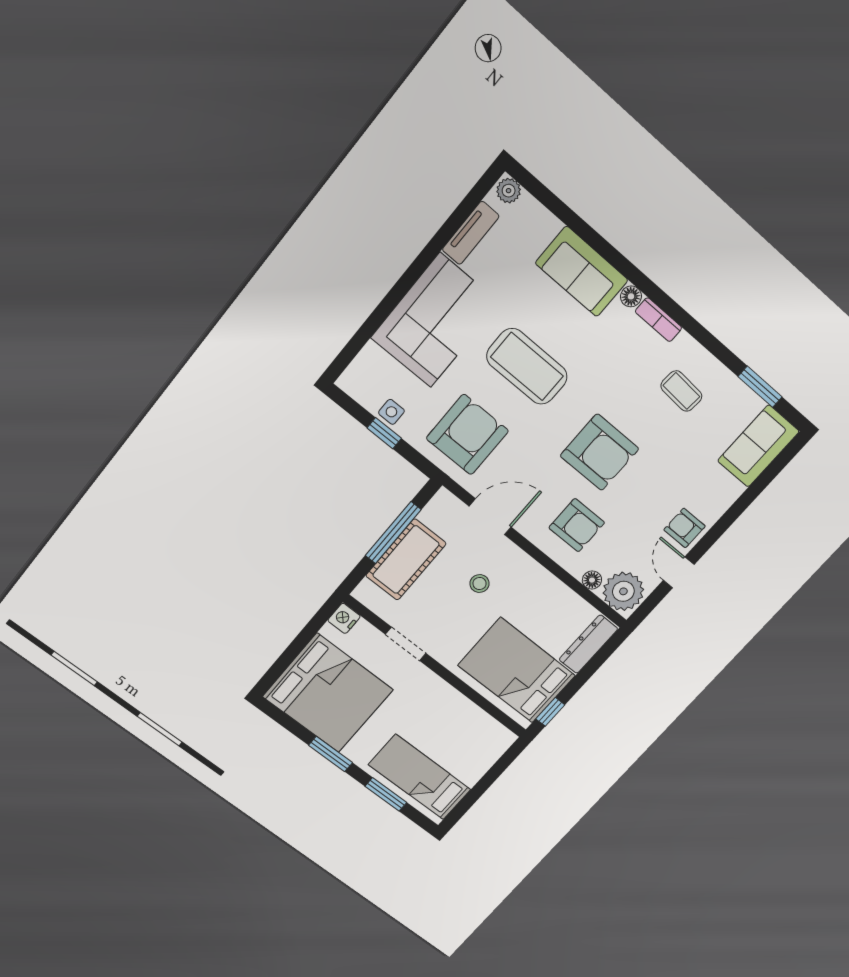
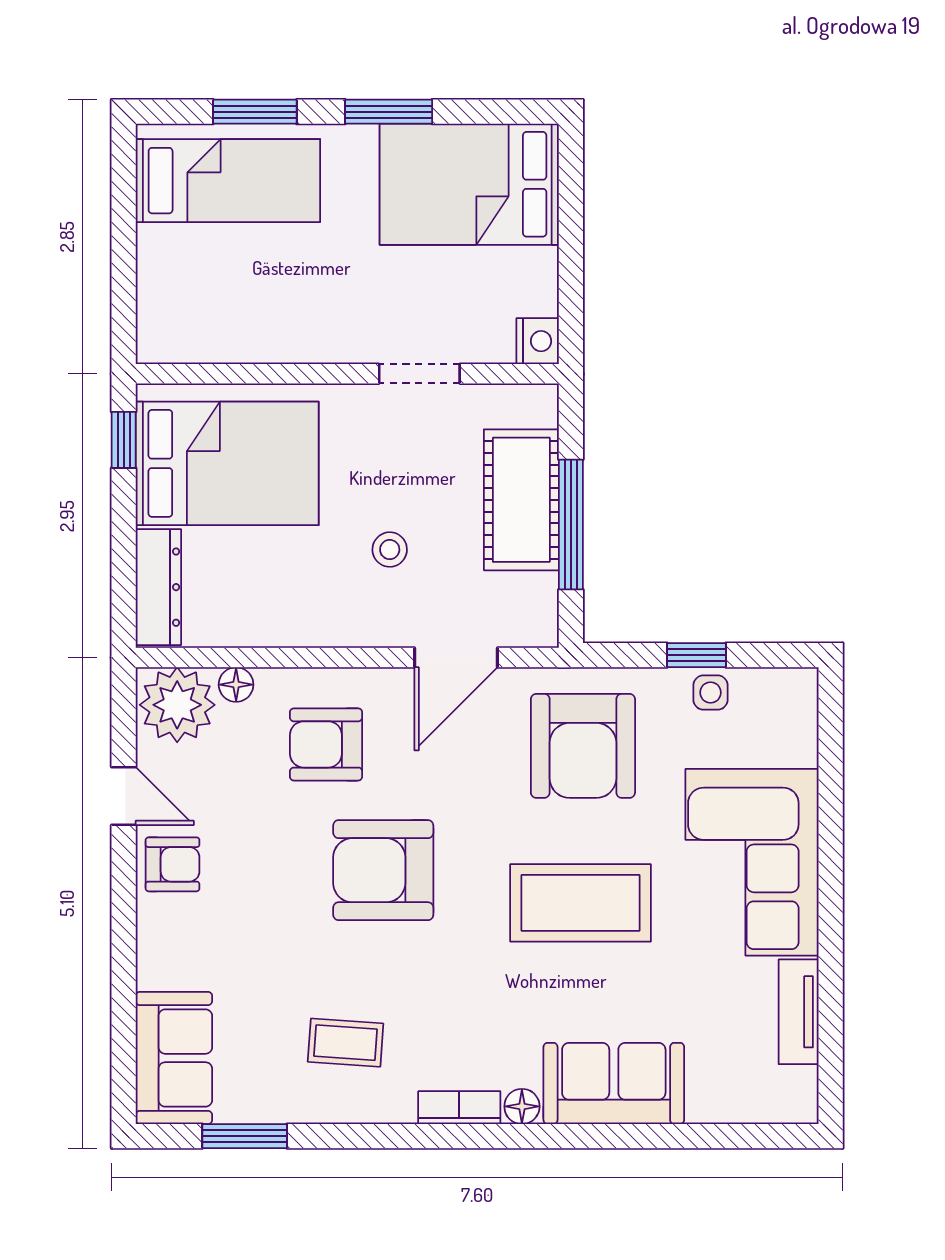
plant: (509, 191) -> (794, 1104), removed
bed: (328, 693) -> (469, 184), width x0.73

